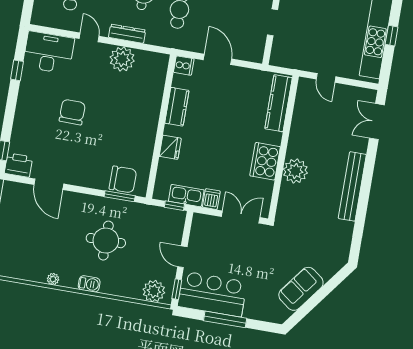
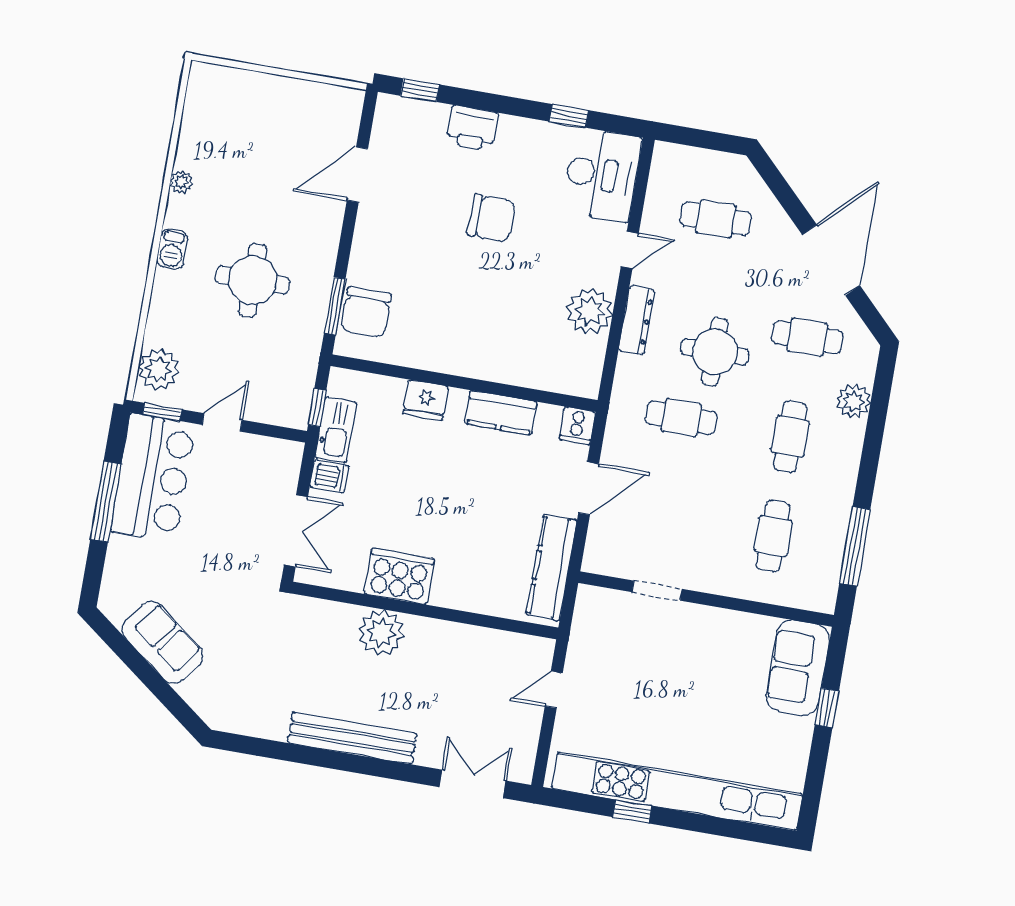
kitchen counter: (279, 103) -> (552, 568), moved, turned -90
printer: (18, 165) -> (472, 128), moved, turned 90

